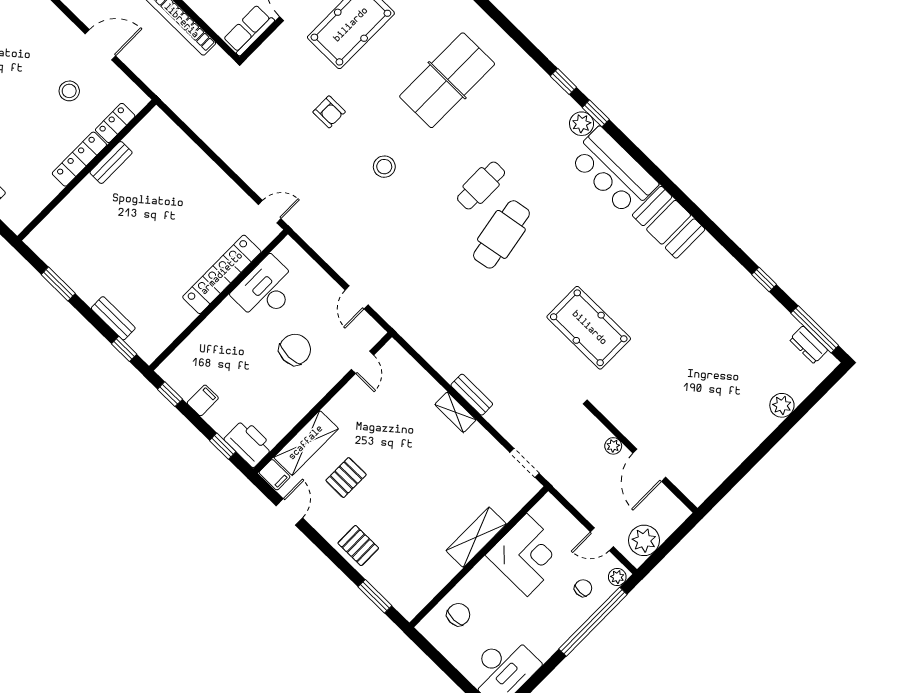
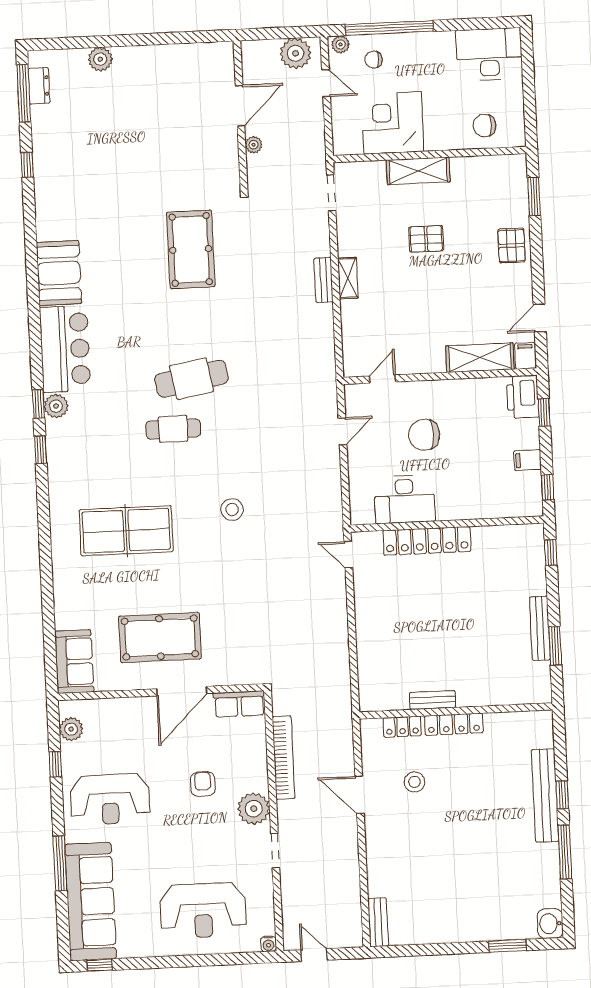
armchair: (329, 112) -> (236, 588), removed
bench: (113, 318) -> (540, 628), moved, width x1.36
pallet: (346, 478) -> (426, 239), moved

